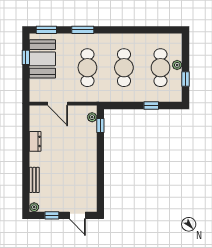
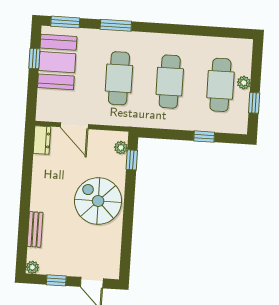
dresser: (35, 141) -> (42, 140), moved
spiral stairs: (78, 157) -> (98, 201), added

